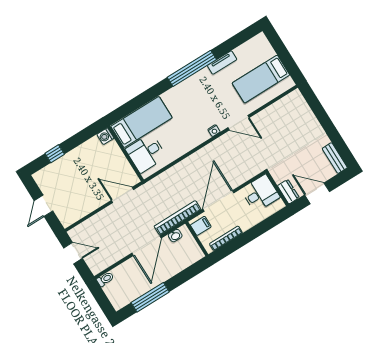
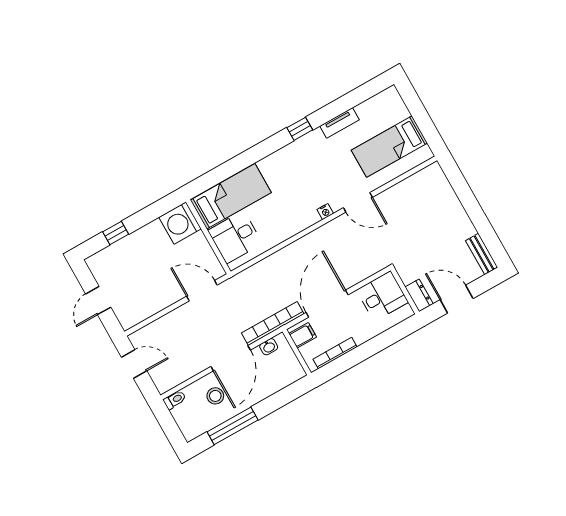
window: (192, 68) -> (300, 129), width x0.32
washing machine: (105, 136) -> (180, 223), width x1.89, depth x1.89
stool: (136, 275) -> (215, 396), added

